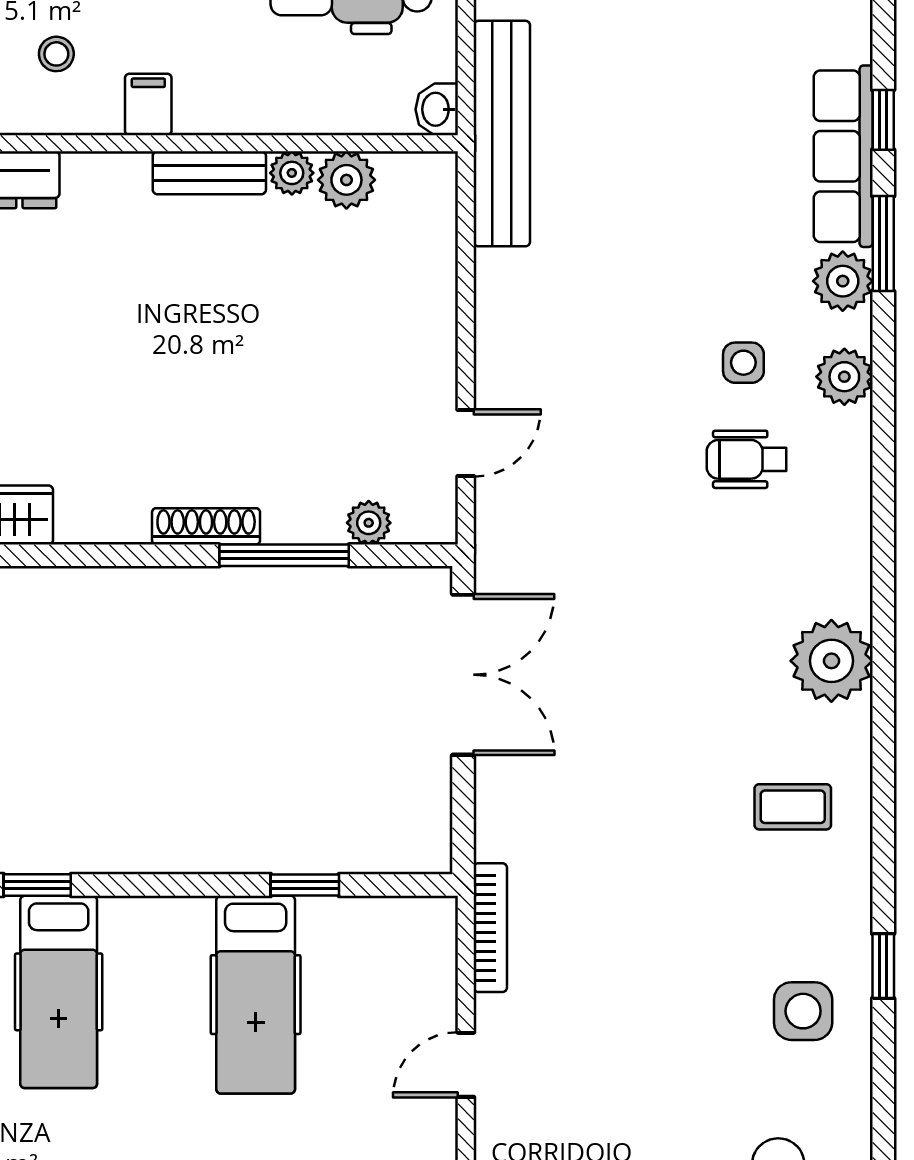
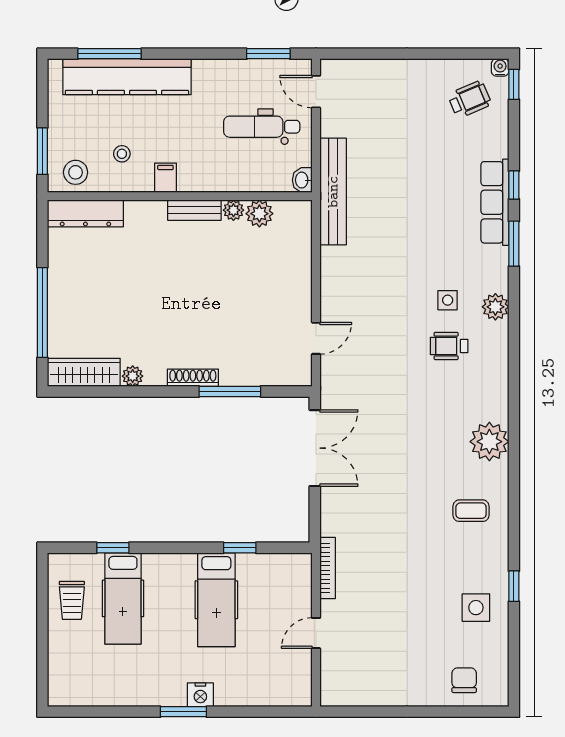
plant: (843, 281) -> (495, 261), removed
plant: (369, 523) -> (133, 376), moved

